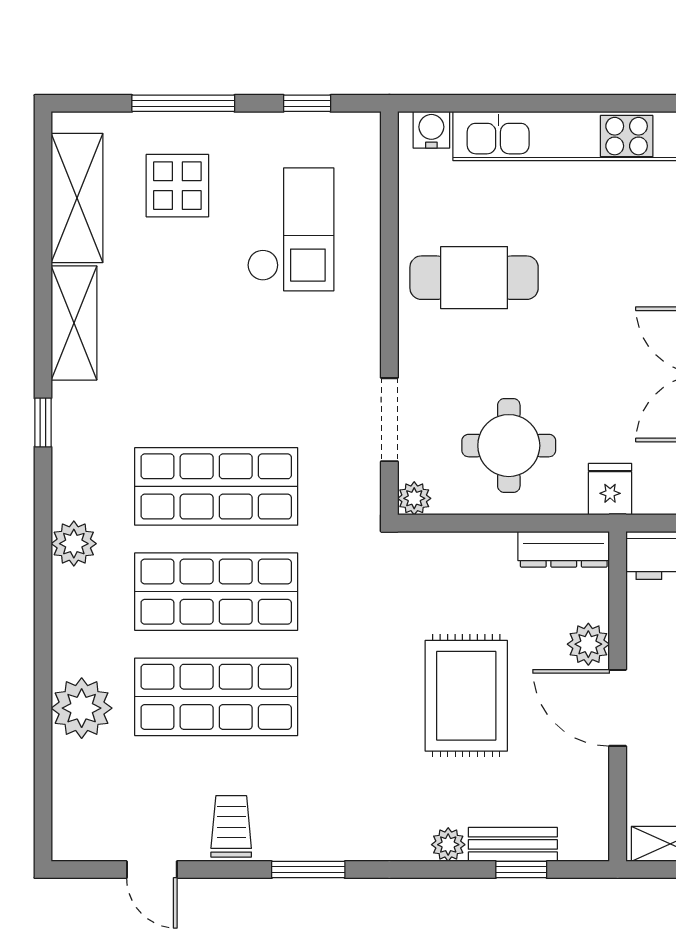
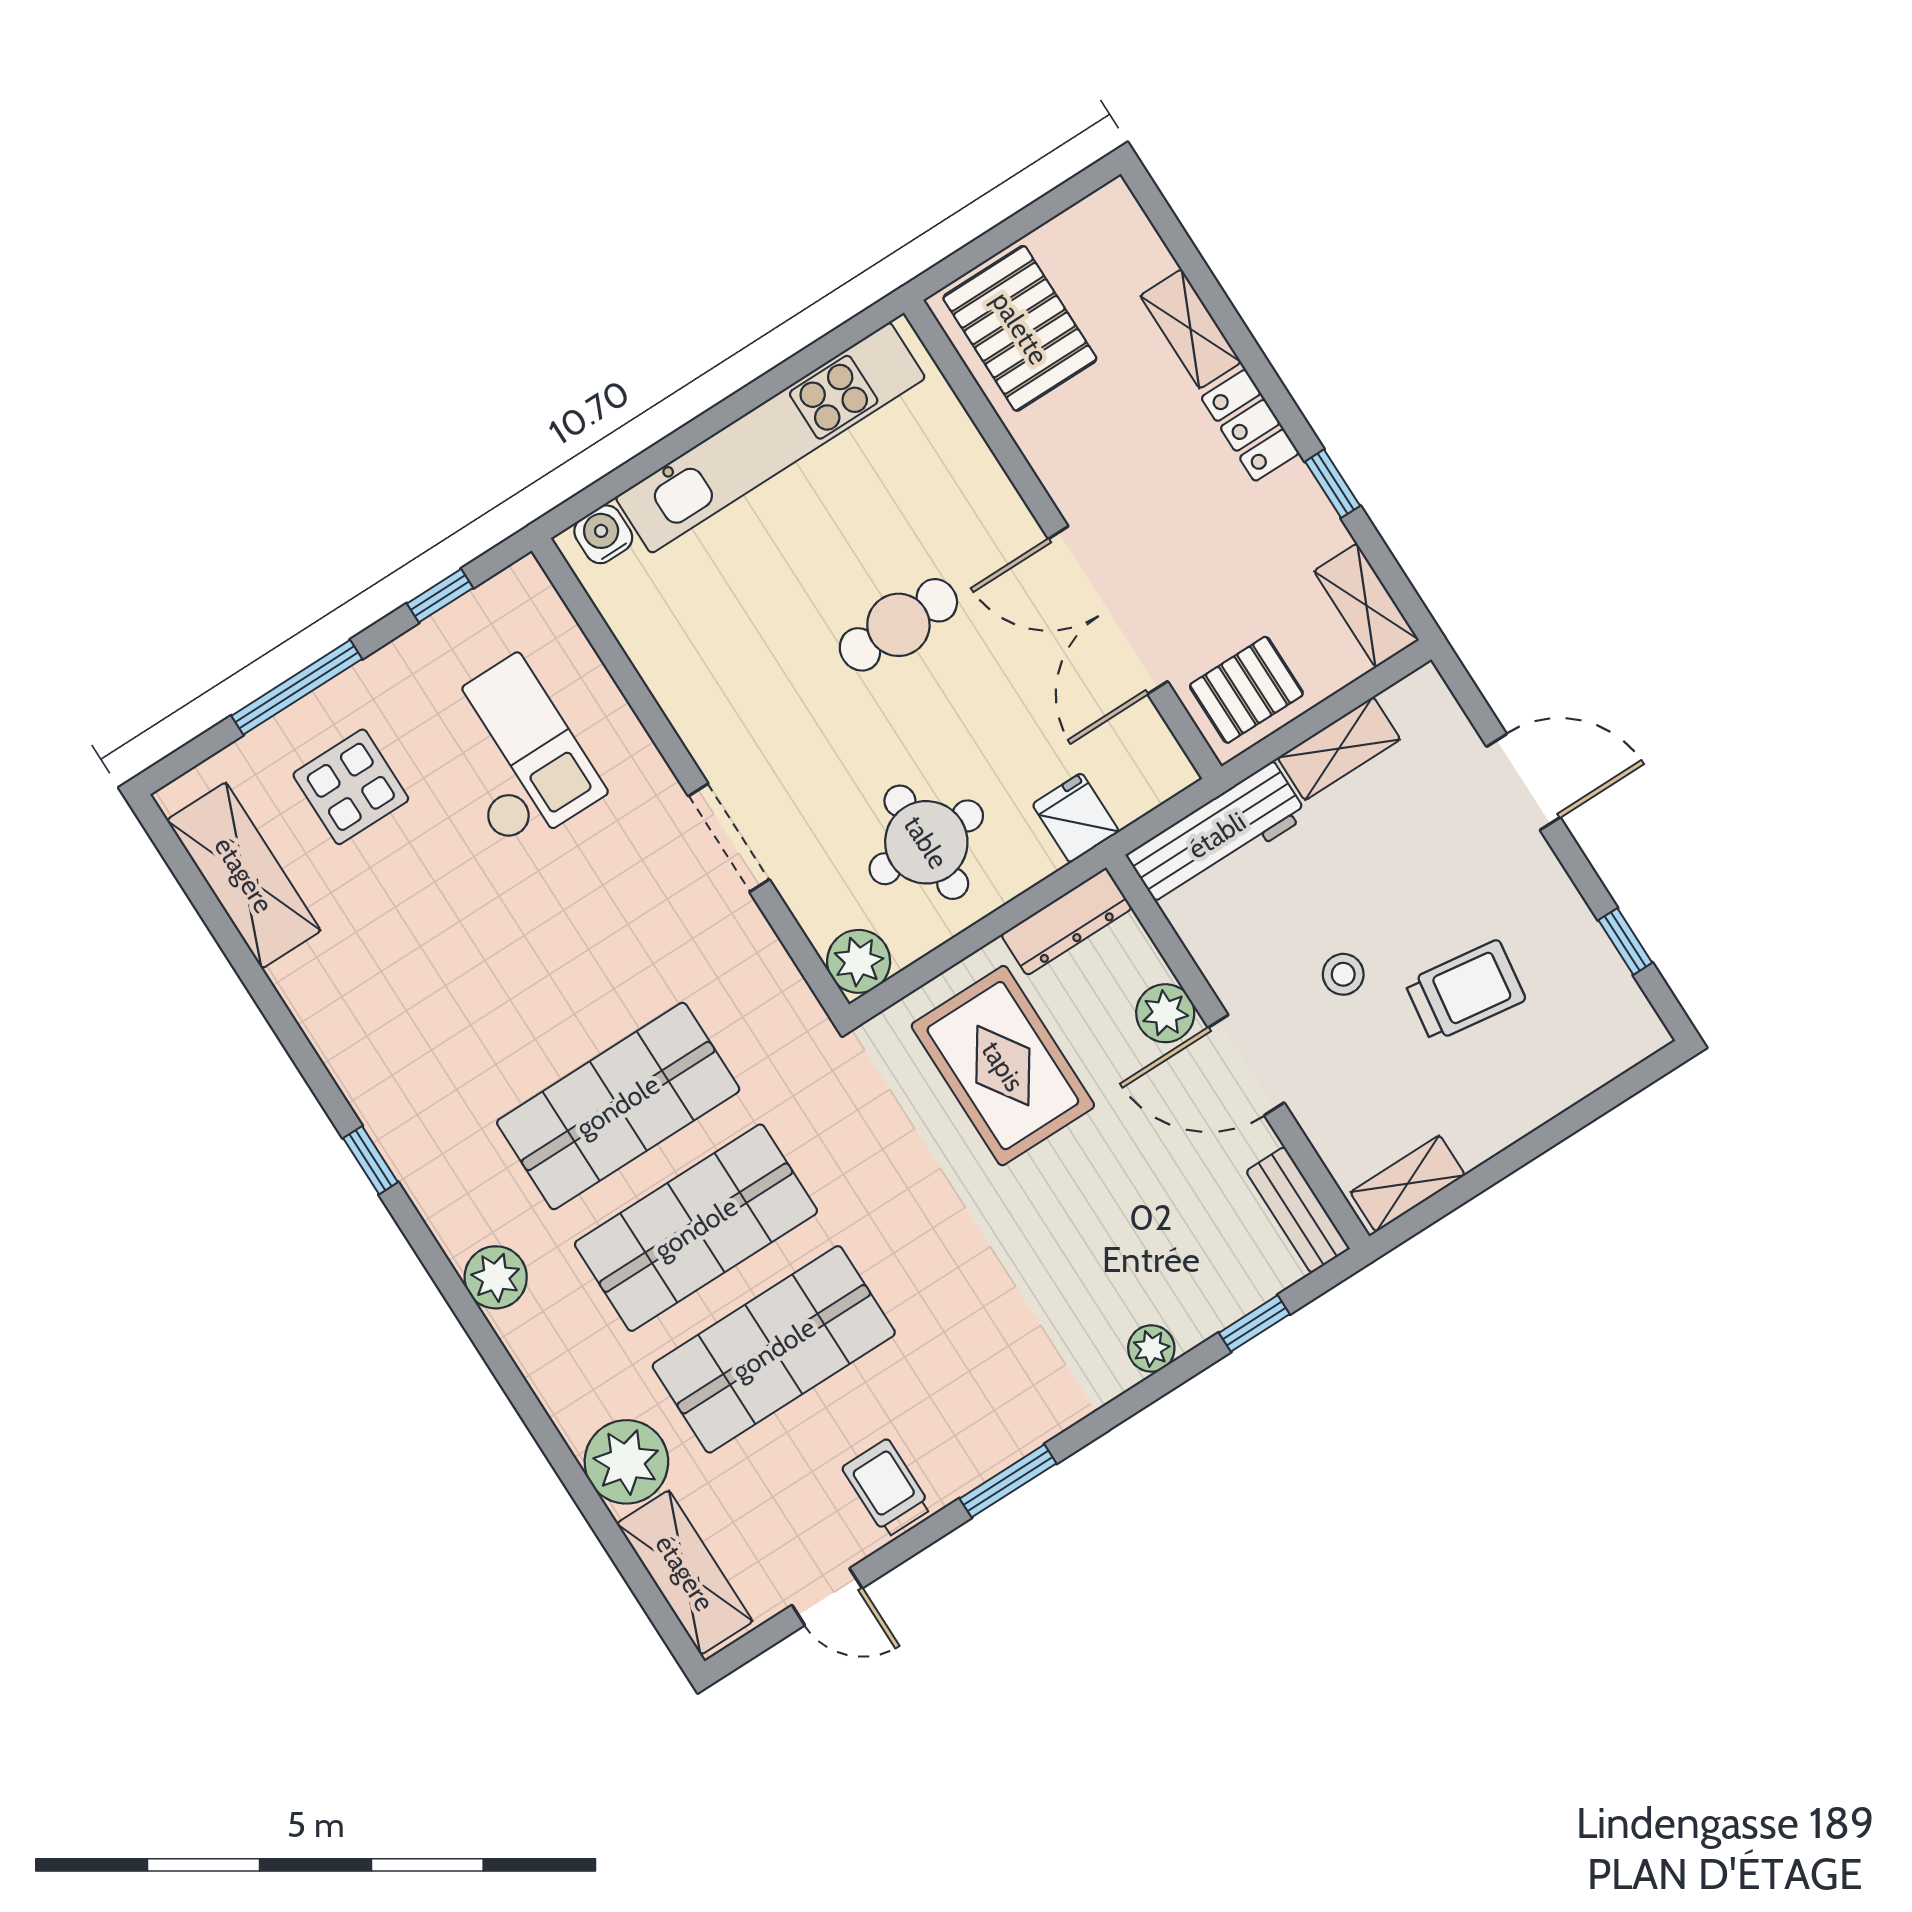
cafe table: (474, 278) -> (898, 625), moved, width x0.73, depth x0.74
shelving: (74, 323) -> (685, 1573), moved
doorway: (389, 420) -> (729, 838), moved
plant: (414, 498) -> (859, 961), width x1.38, depth x1.38
rug: (466, 696) -> (1003, 1066), moved
bench: (513, 844) -> (1298, 1210), moved, turned 90

